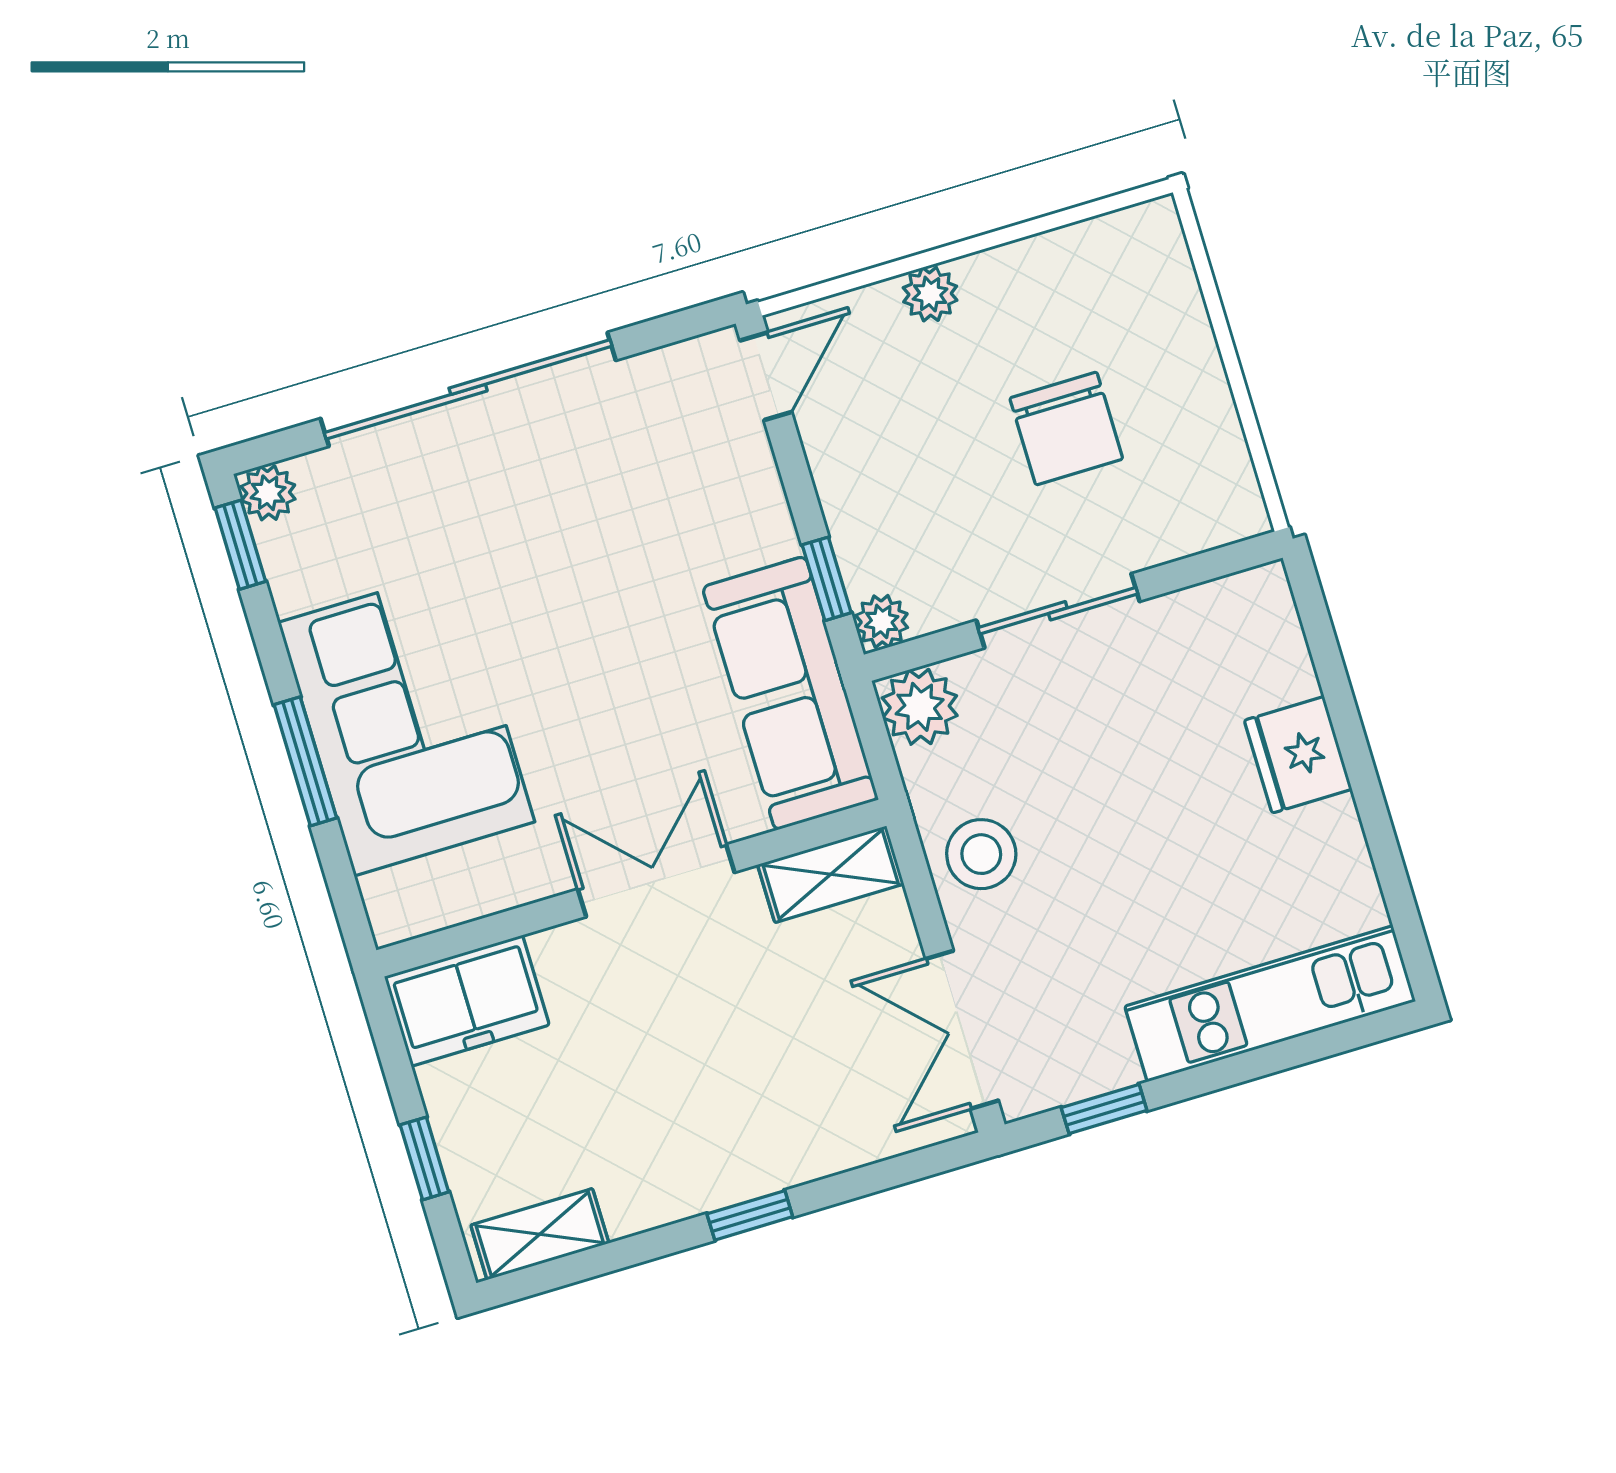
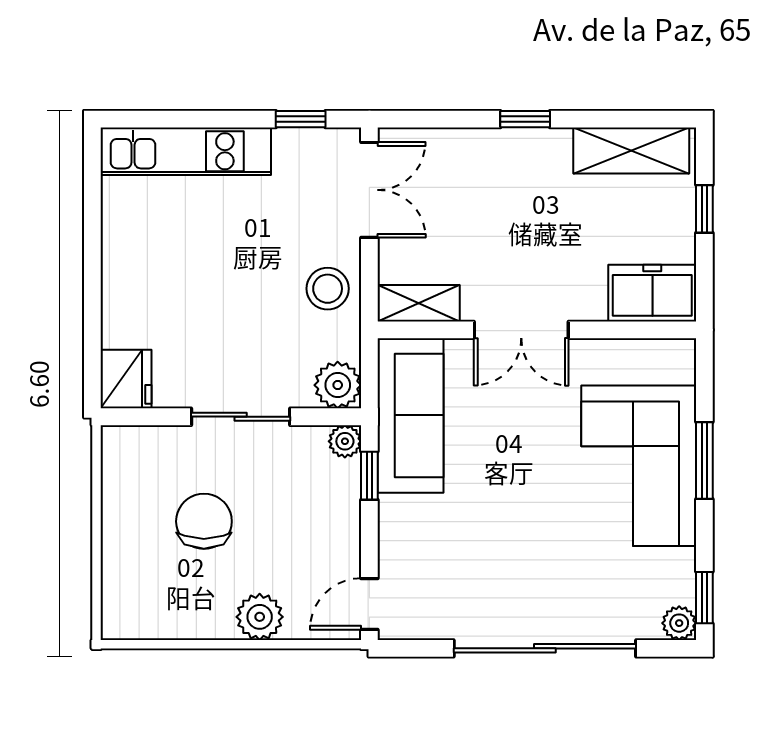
plant: (930, 294) -> (260, 617), width x1.38, depth x1.38
fridge: (1298, 755) -> (126, 379), moved
shelving: (540, 1234) -> (631, 150), width x1.50, depth x1.33

